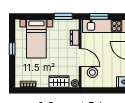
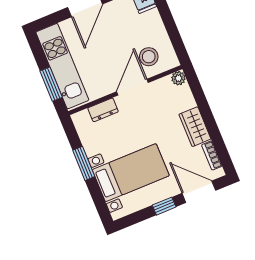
window: (63, 16) -> (84, 163), moved
door: (12, 70) -> (199, 192), added
wardrobe: (59, 82) -> (195, 127), moved

